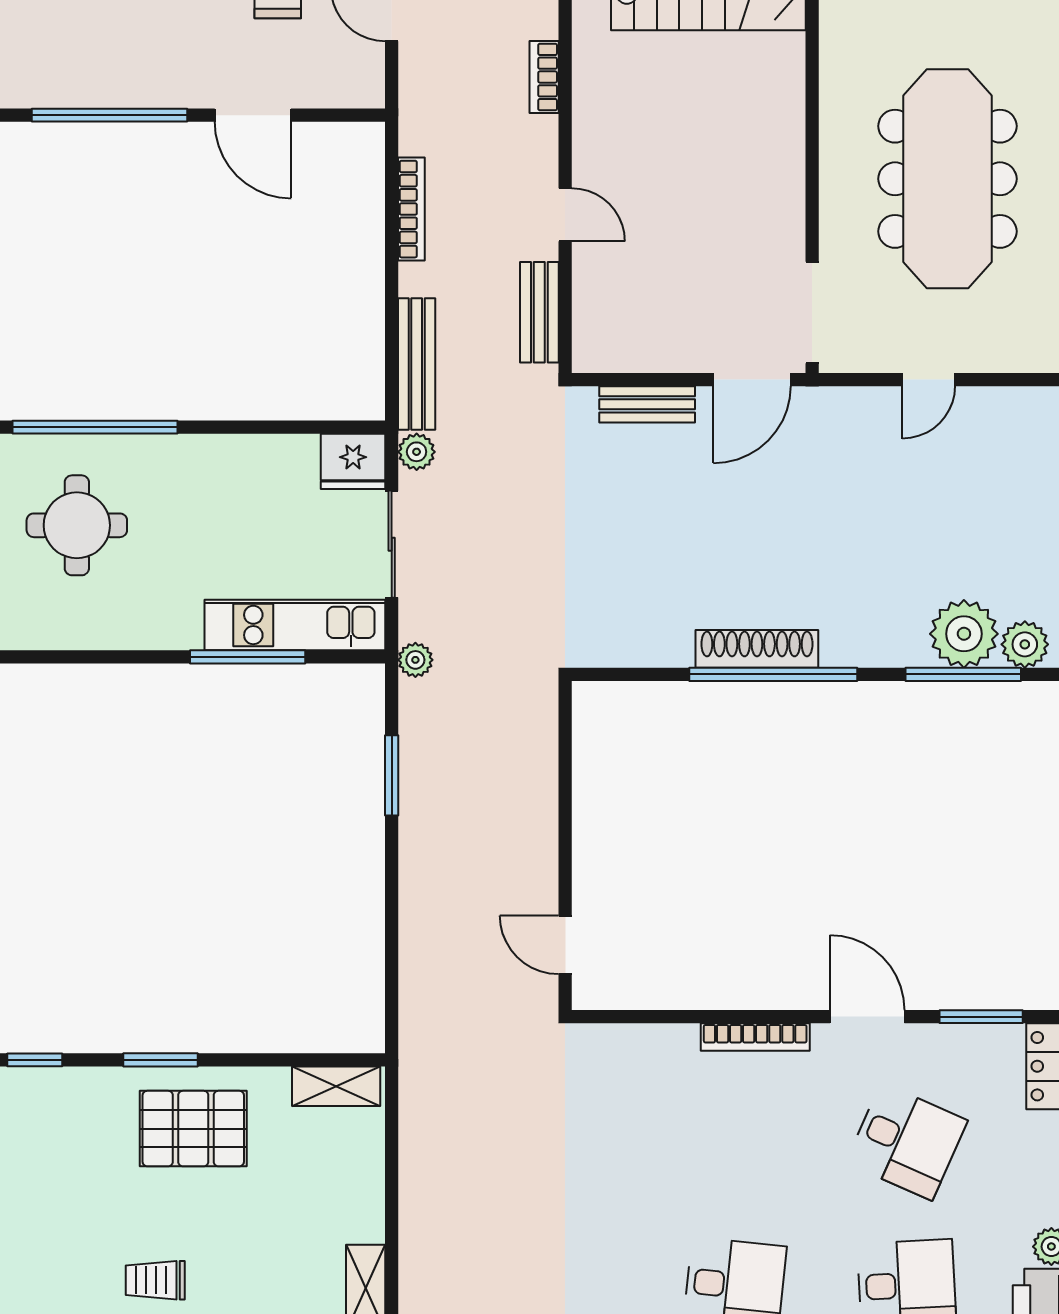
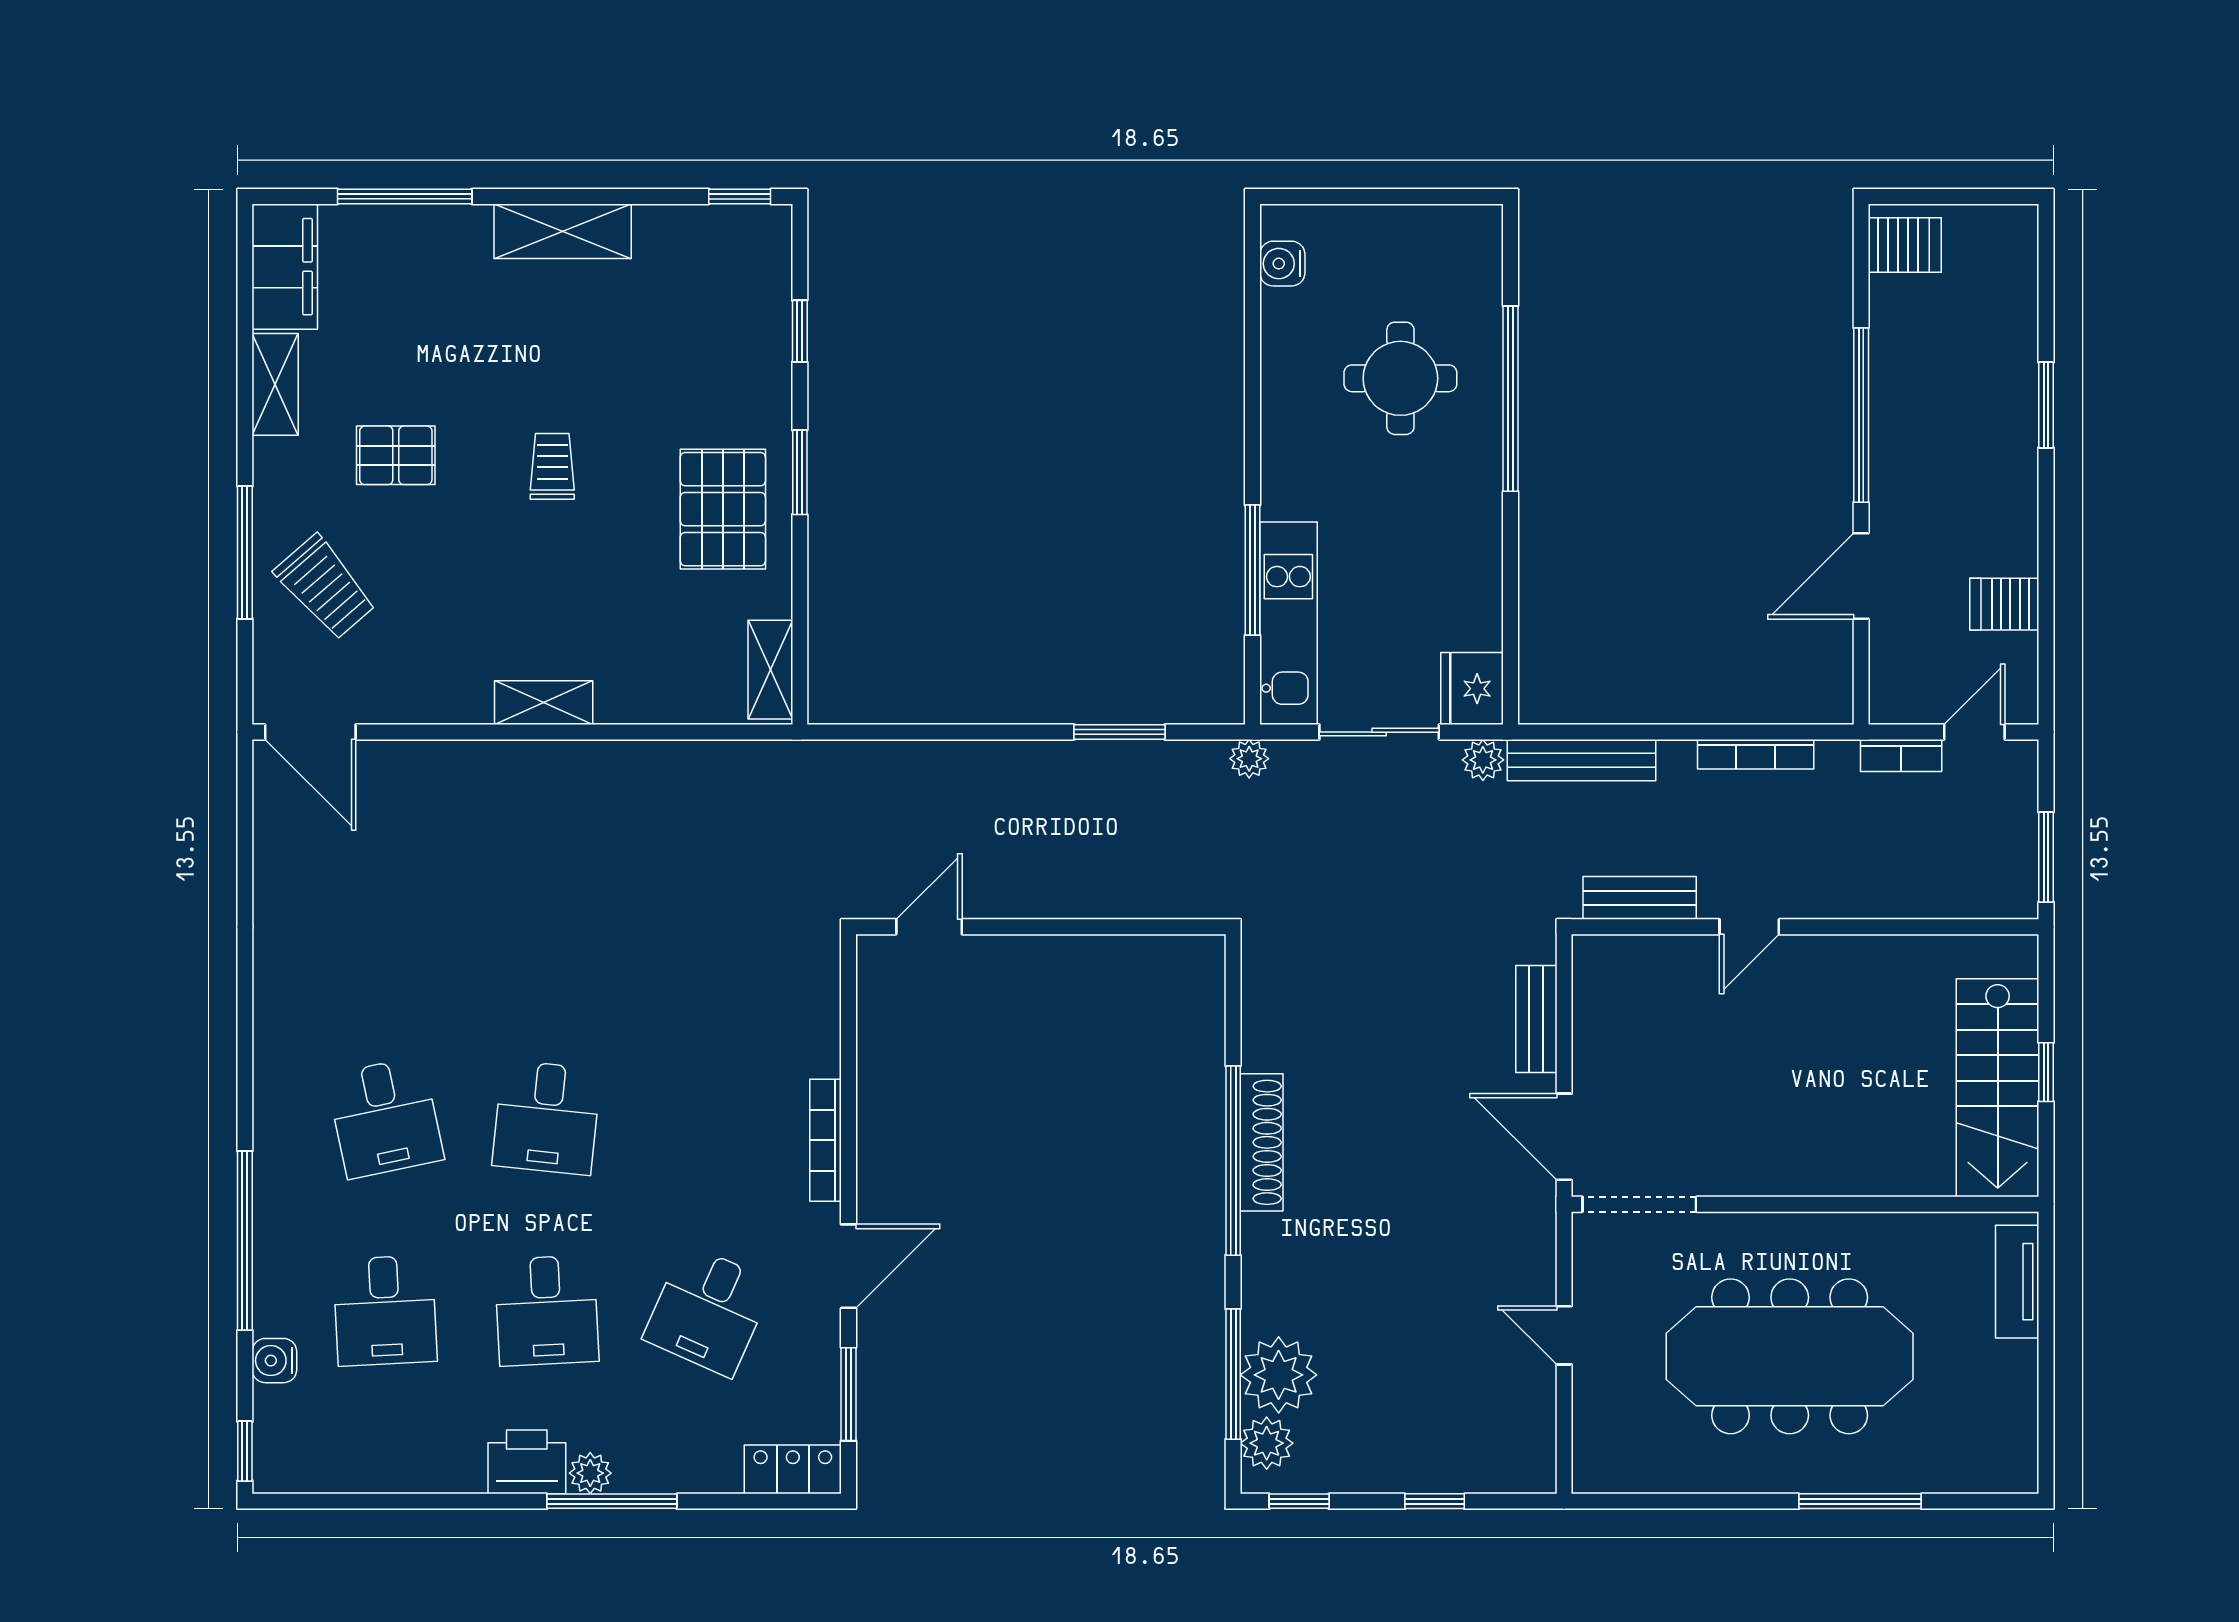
bookcase: (544, 77) -> (1901, 756), moved, turned 180

